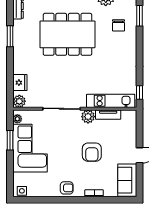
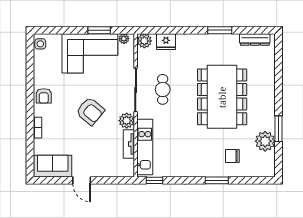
window: (139, 16) -> (217, 180), moved
cafe table: (61, 85) -> (163, 89), added
armchair: (92, 152) -> (90, 111), moved, turned -140

